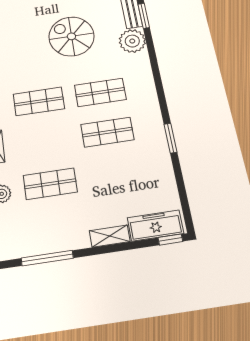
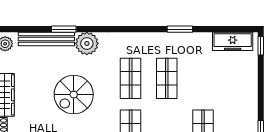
freezer: (155, 226) -> (233, 41), moved, turned -90
shelving: (110, 236) -> (251, 91), removed

